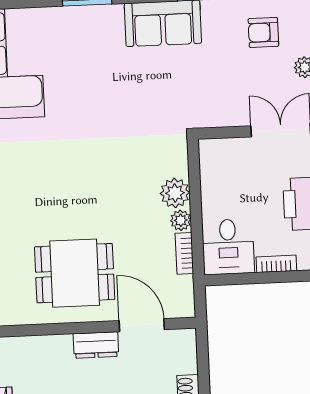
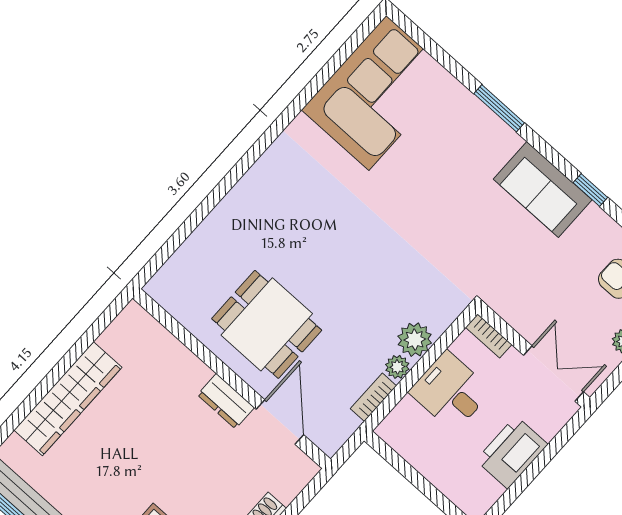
desk: (228, 247) -> (450, 391), moved, turned 90
bookcase: (276, 264) -> (489, 336), moved, turned 180

